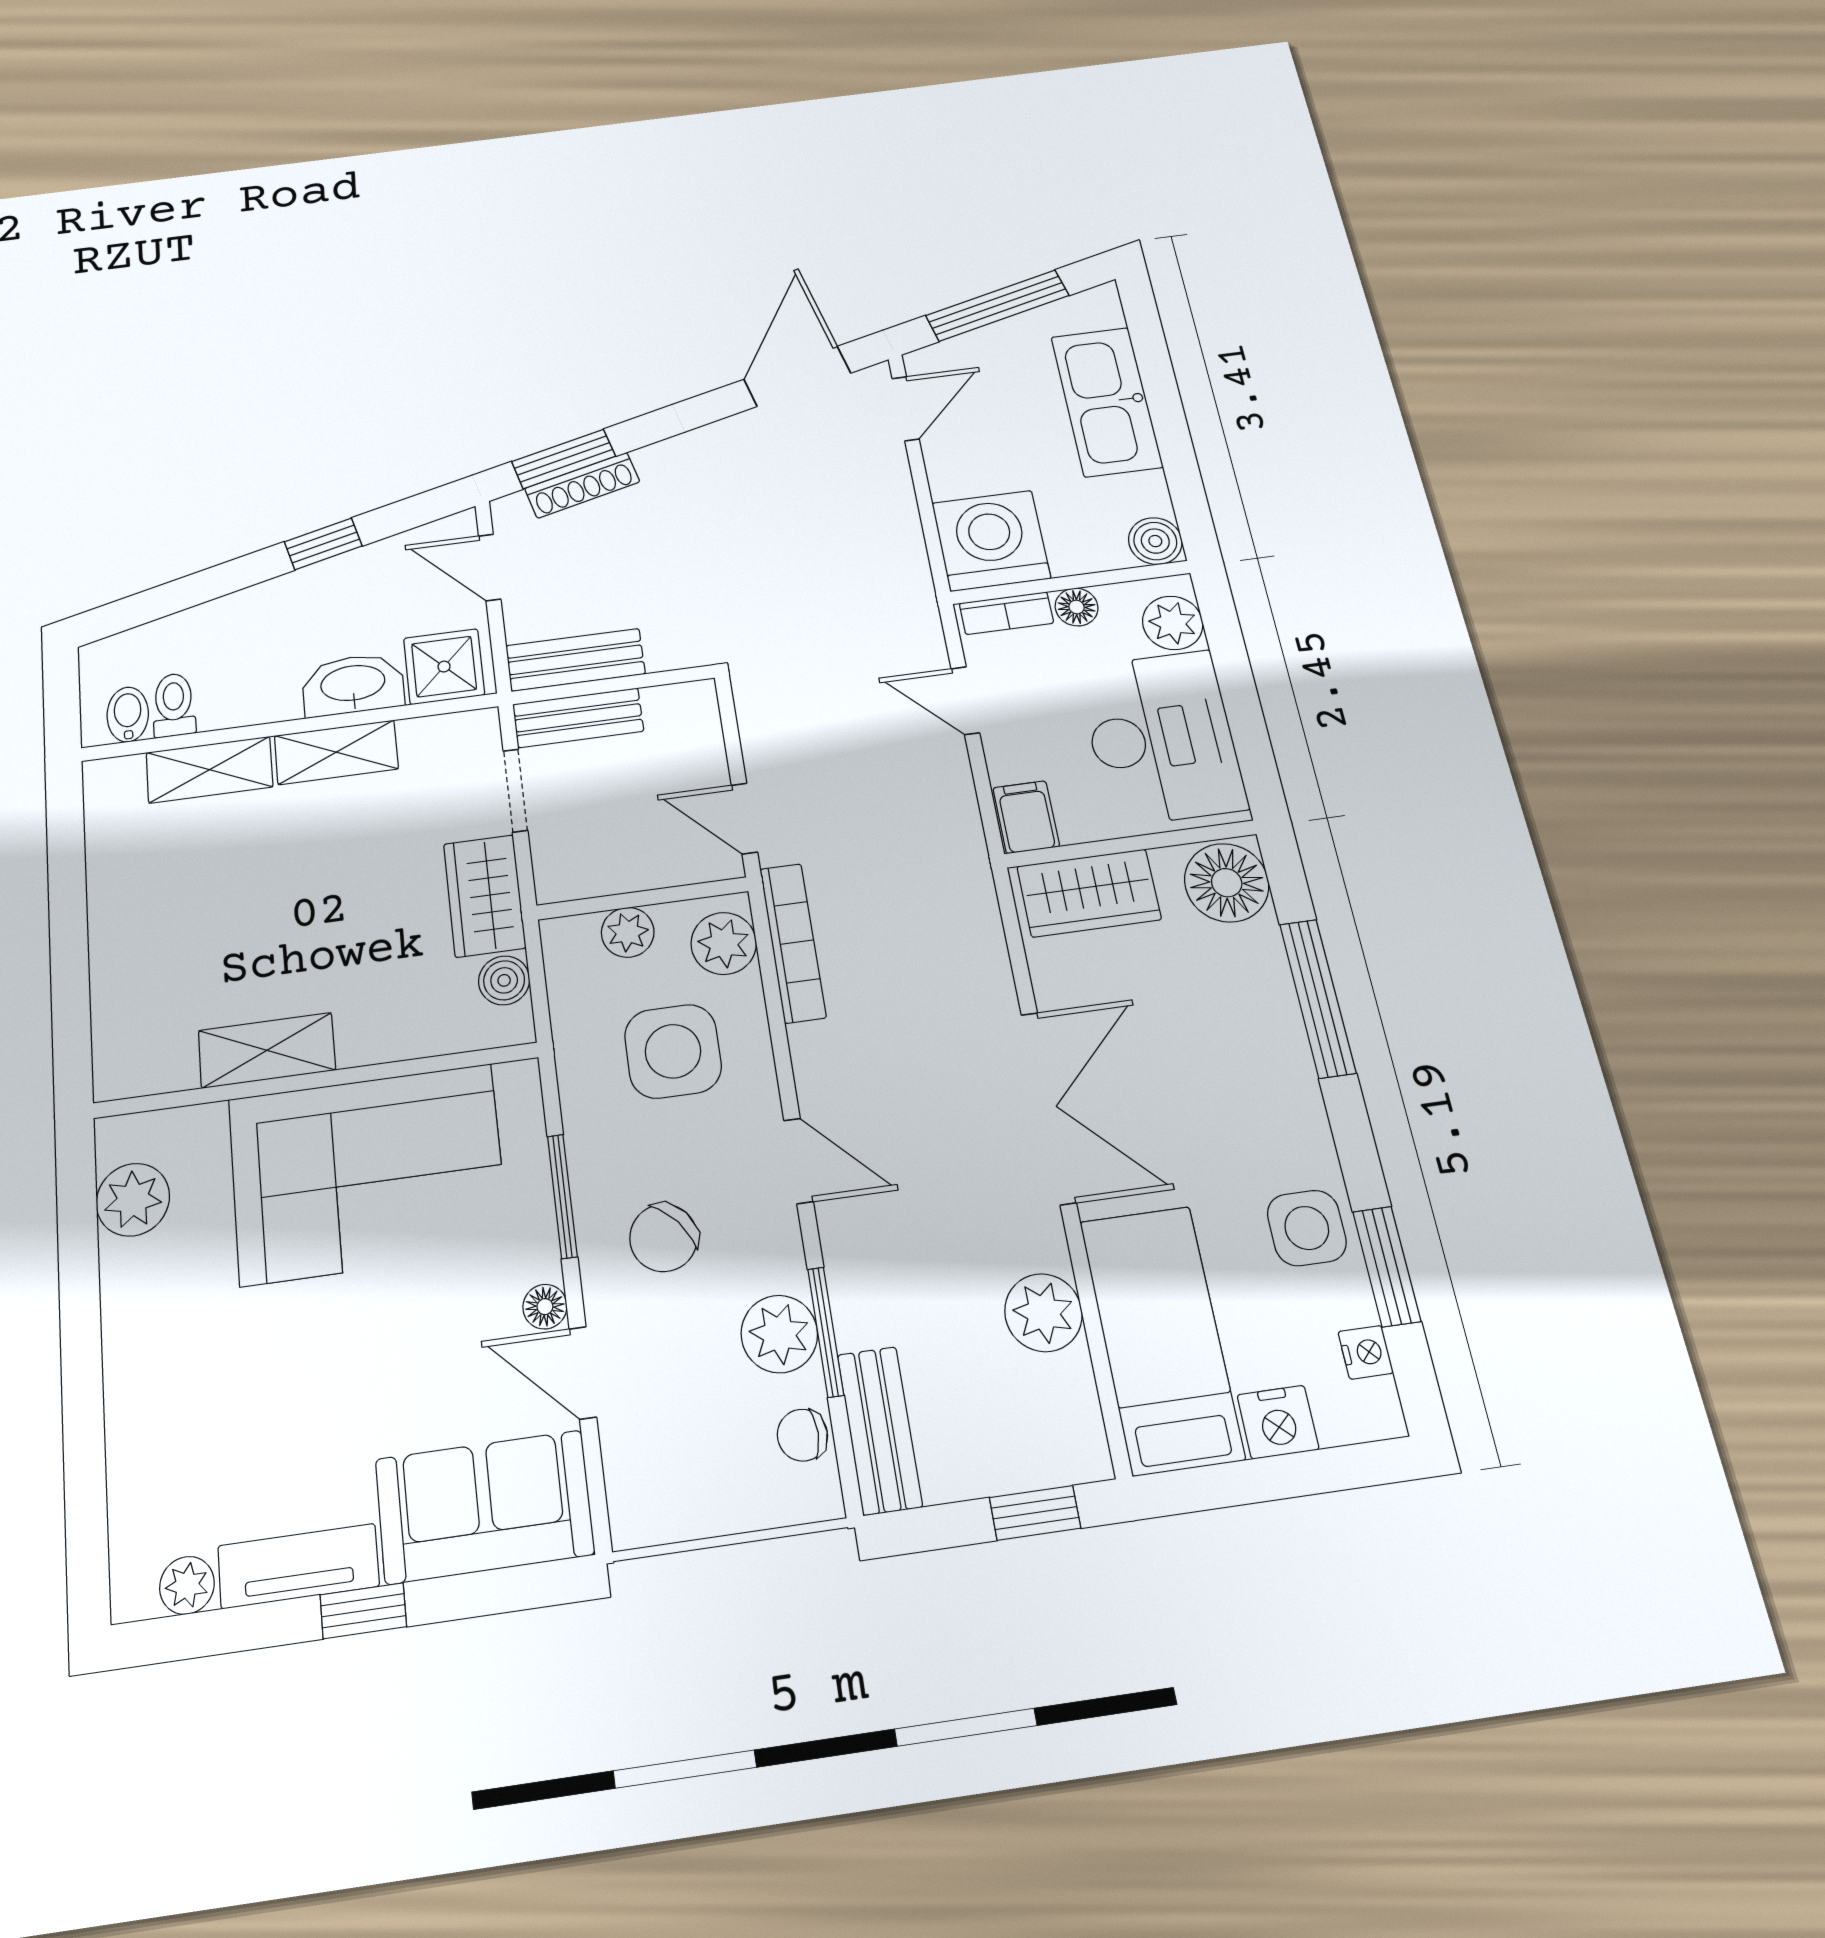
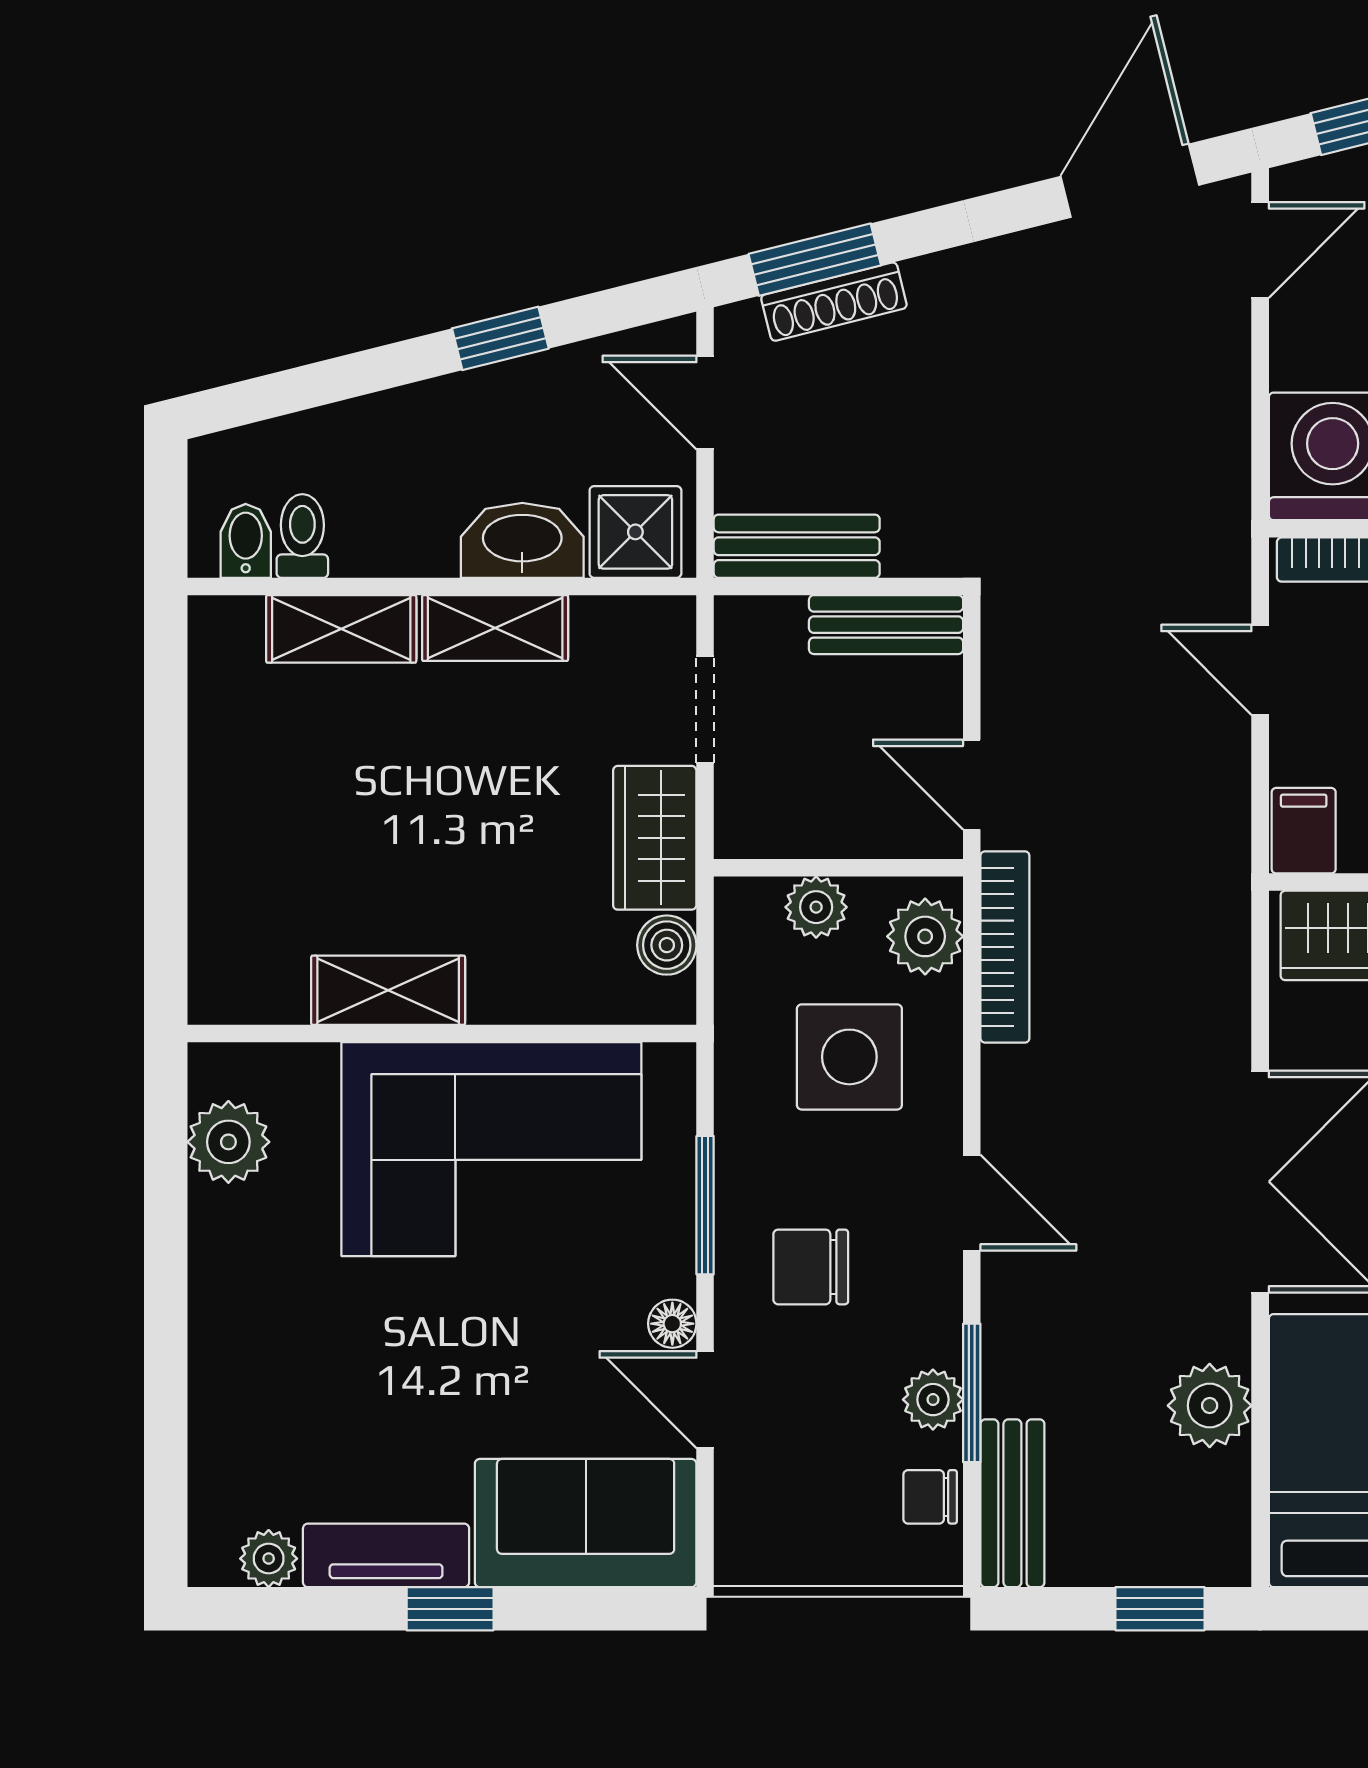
bench: (578, 718) -> (886, 625), moved
chair: (664, 1238) -> (811, 1267), turned 40
plant: (779, 1334) -> (933, 1400), width x0.73, depth x0.73

